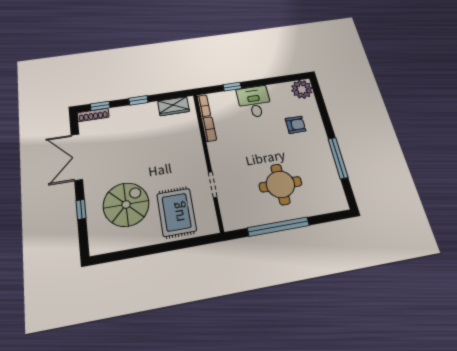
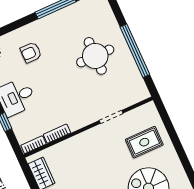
armchair: (296, 125) -> (31, 52), turned -90
rug: (177, 212) -> (144, 142), width x0.73, depth x0.70

